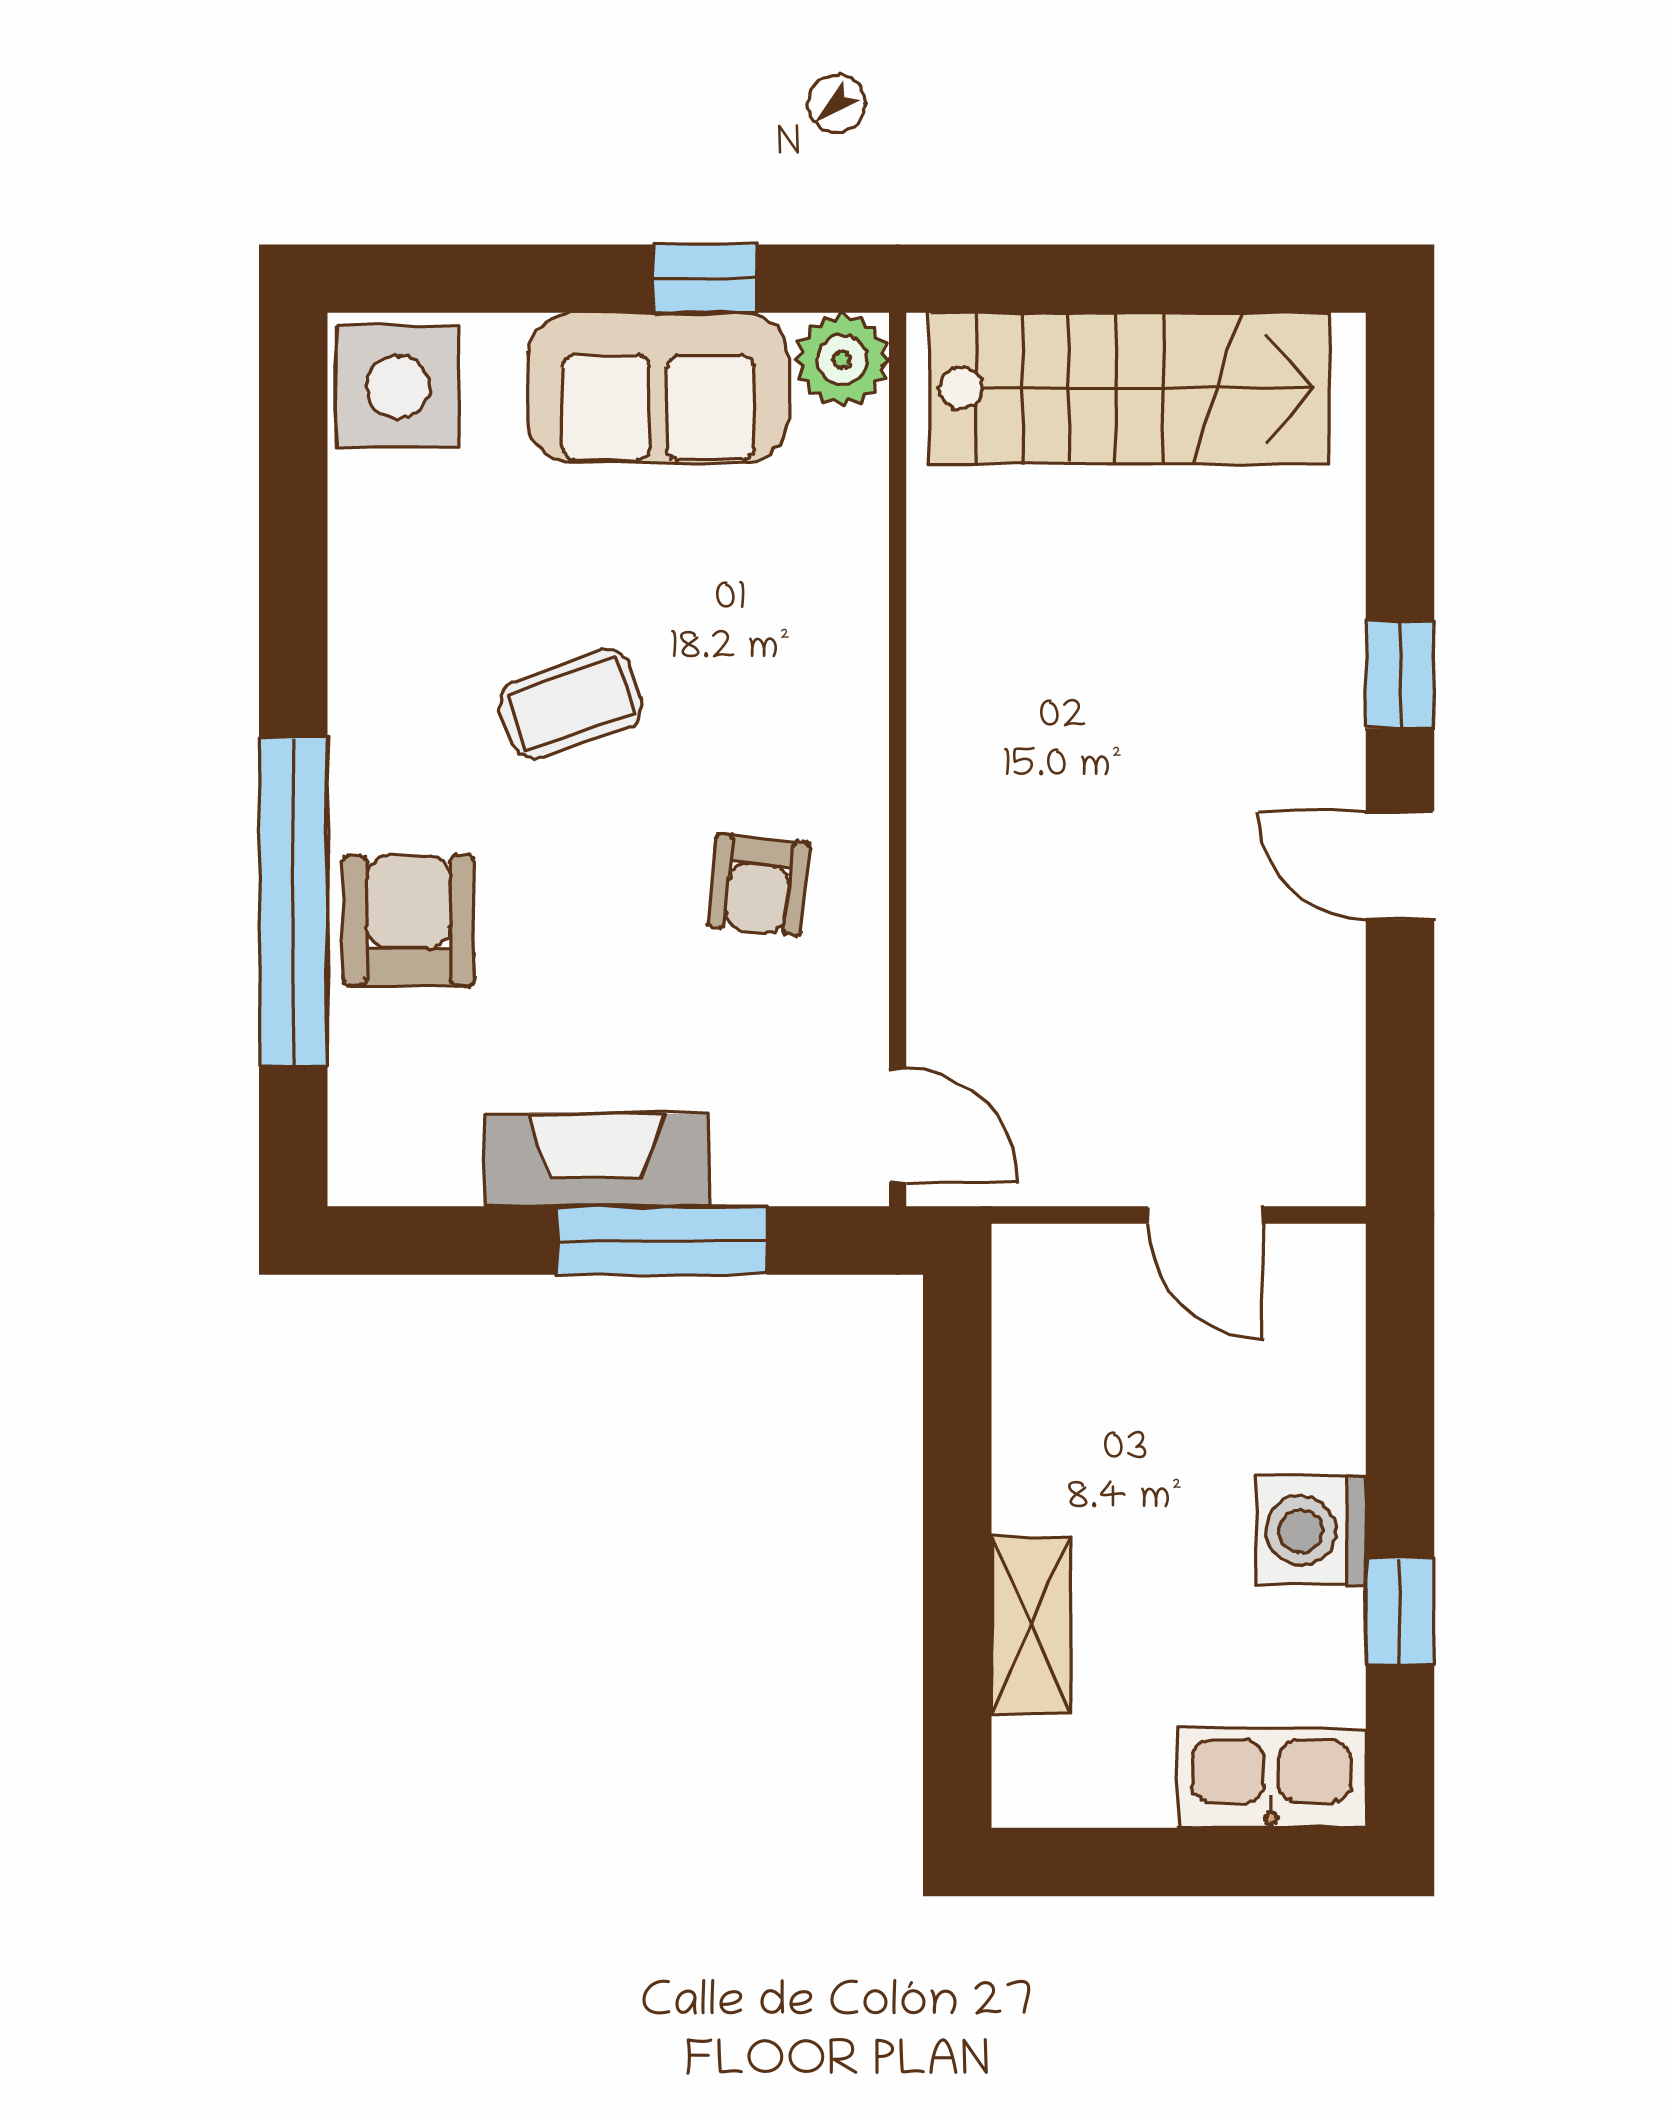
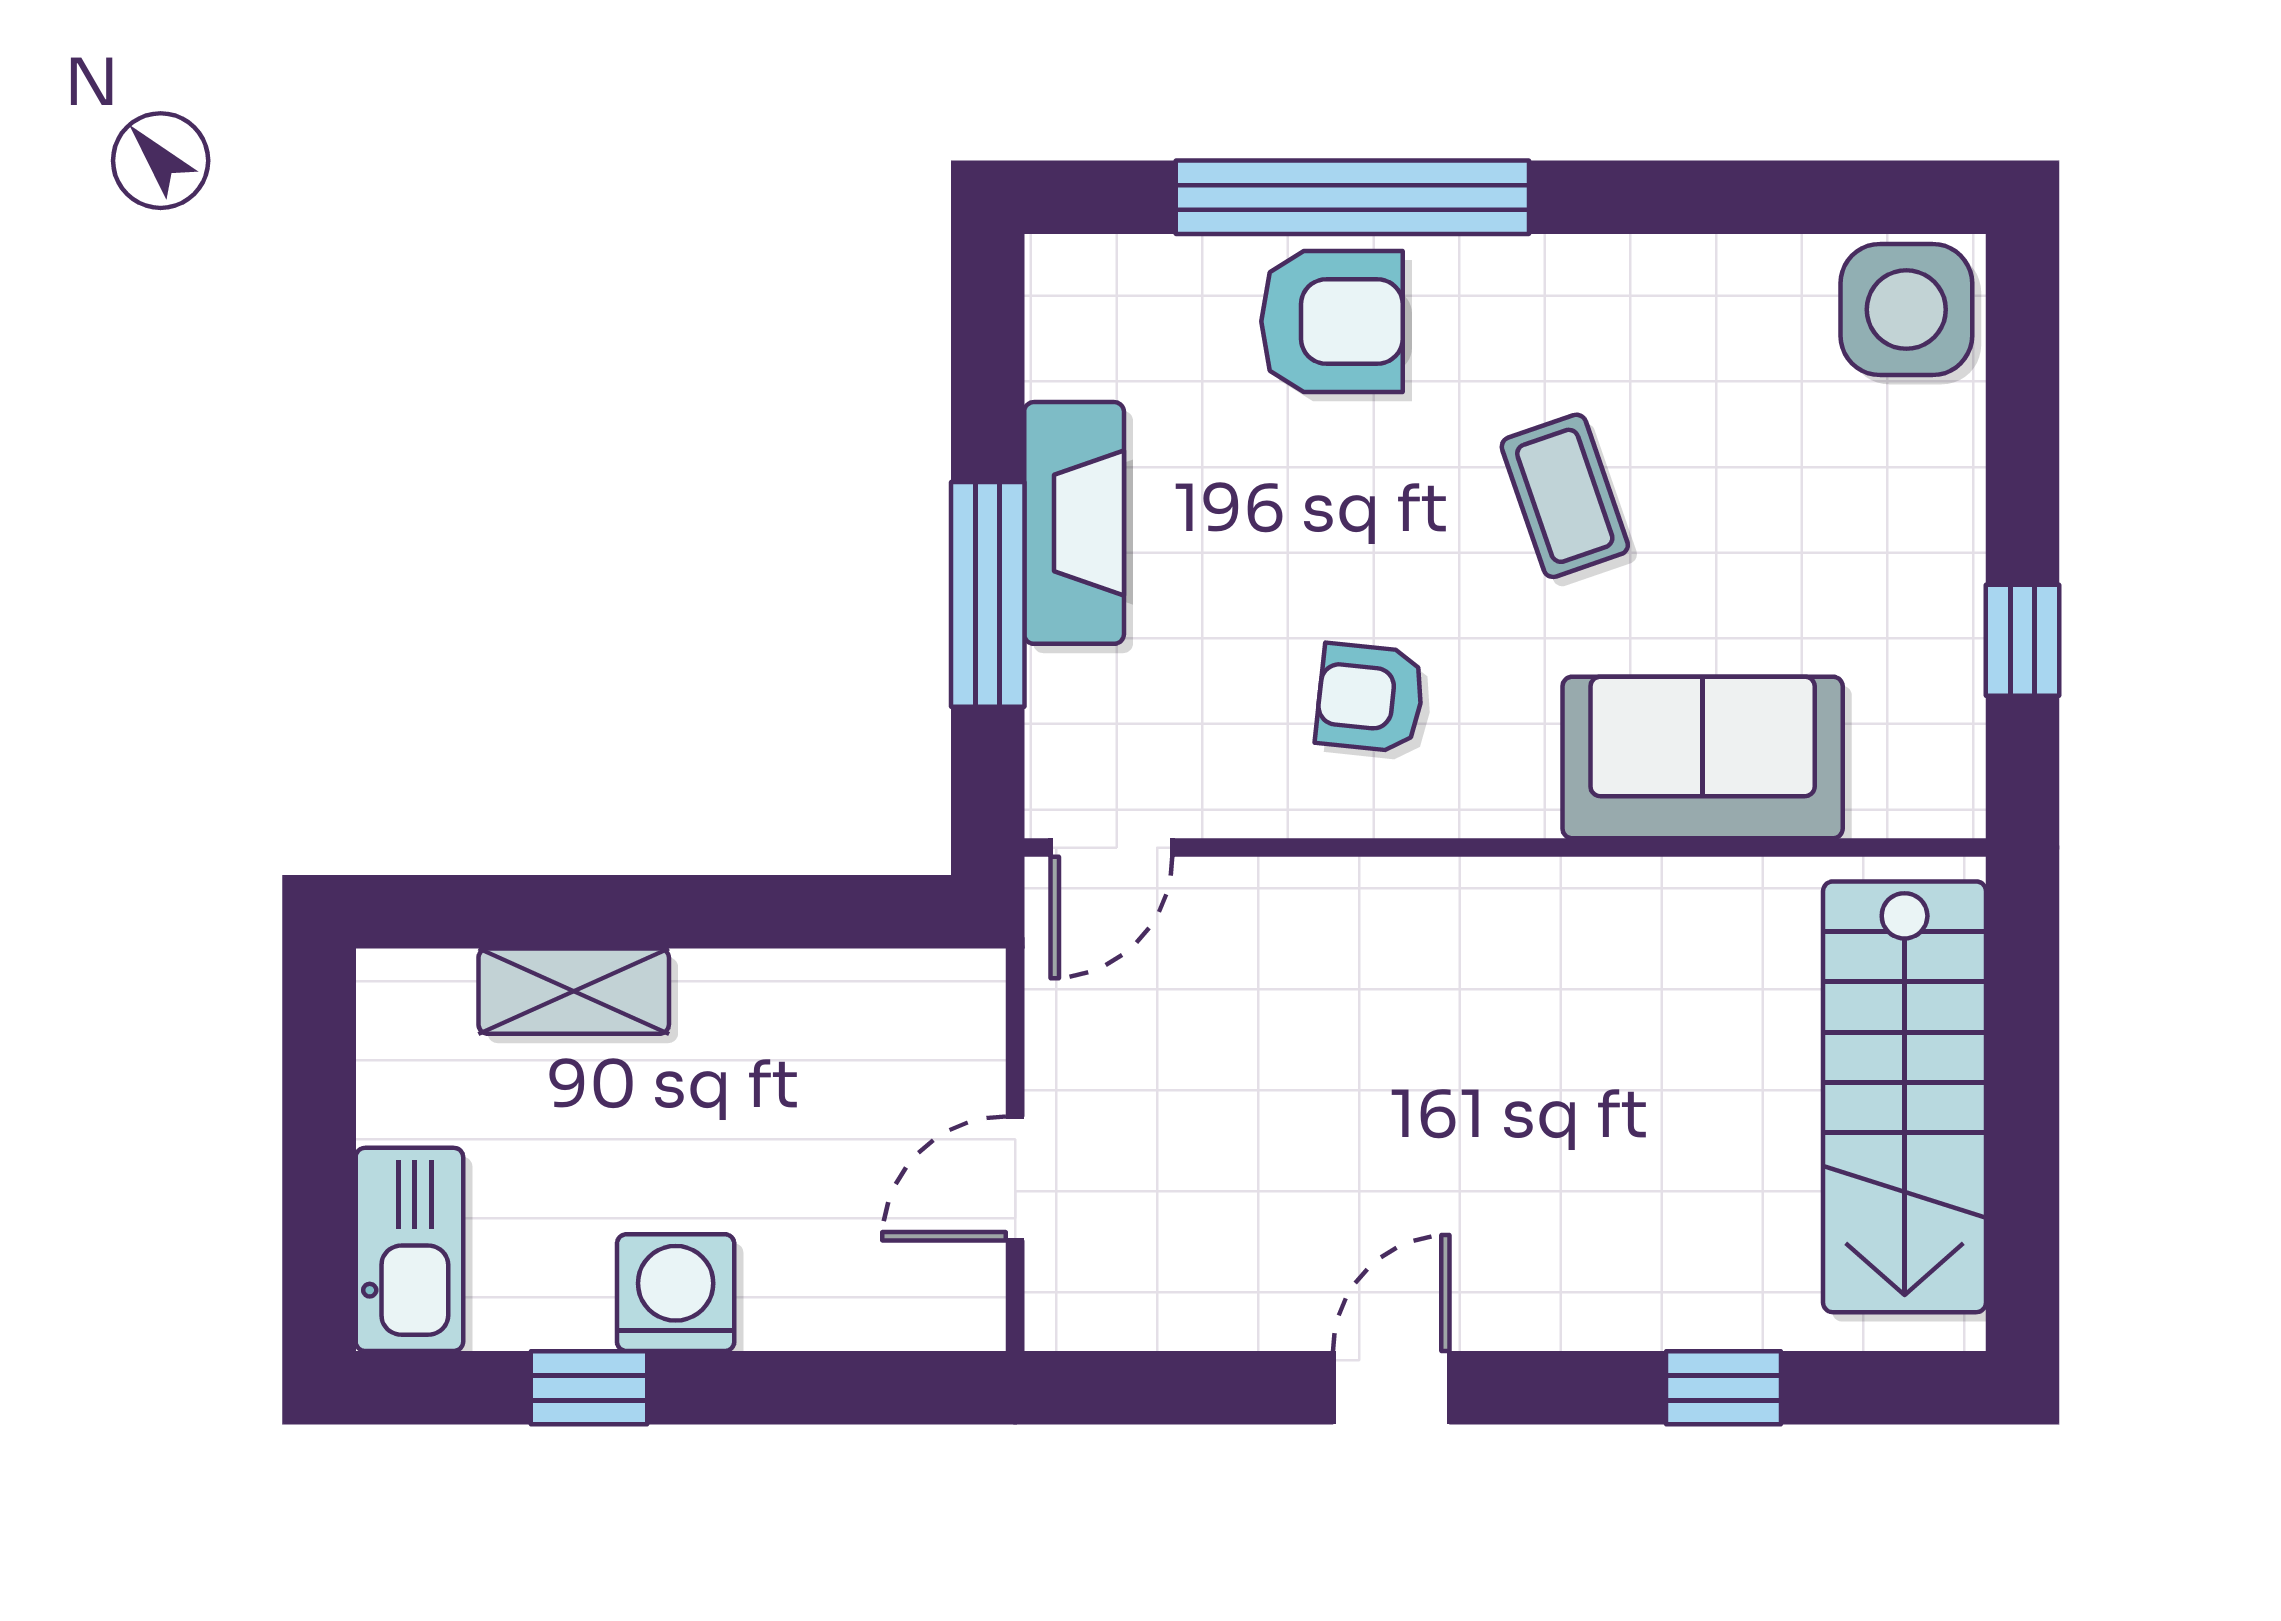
plant: (842, 360) -> (1935, 788), removed
sofa: (658, 388) -> (1703, 757), moved, turned 90
window: (1400, 675) -> (1724, 1388), moved

